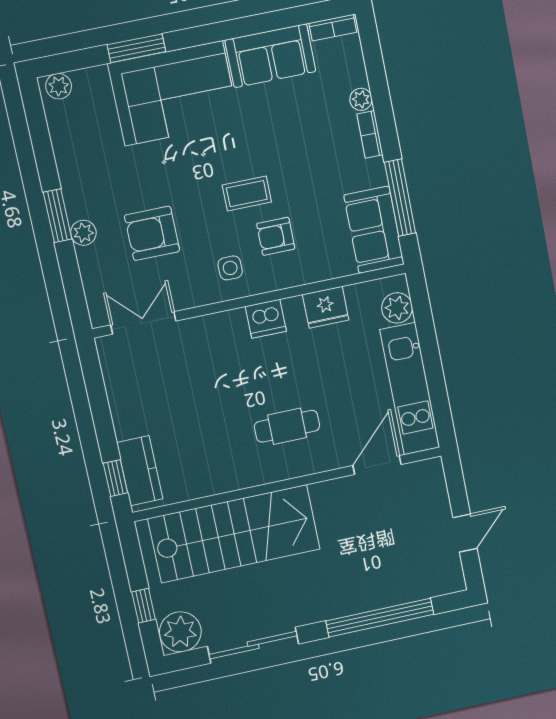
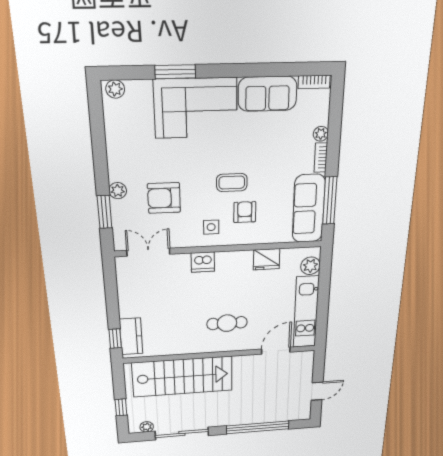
window: (58, 216) -> (105, 212), moved
sofa: (374, 230) -> (309, 209), width x1.36
armchair: (276, 236) -> (245, 212), turned 90
dishwasher: (266, 319) -> (203, 262), moved
plant: (180, 632) -> (147, 427), width x0.53, depth x0.53

